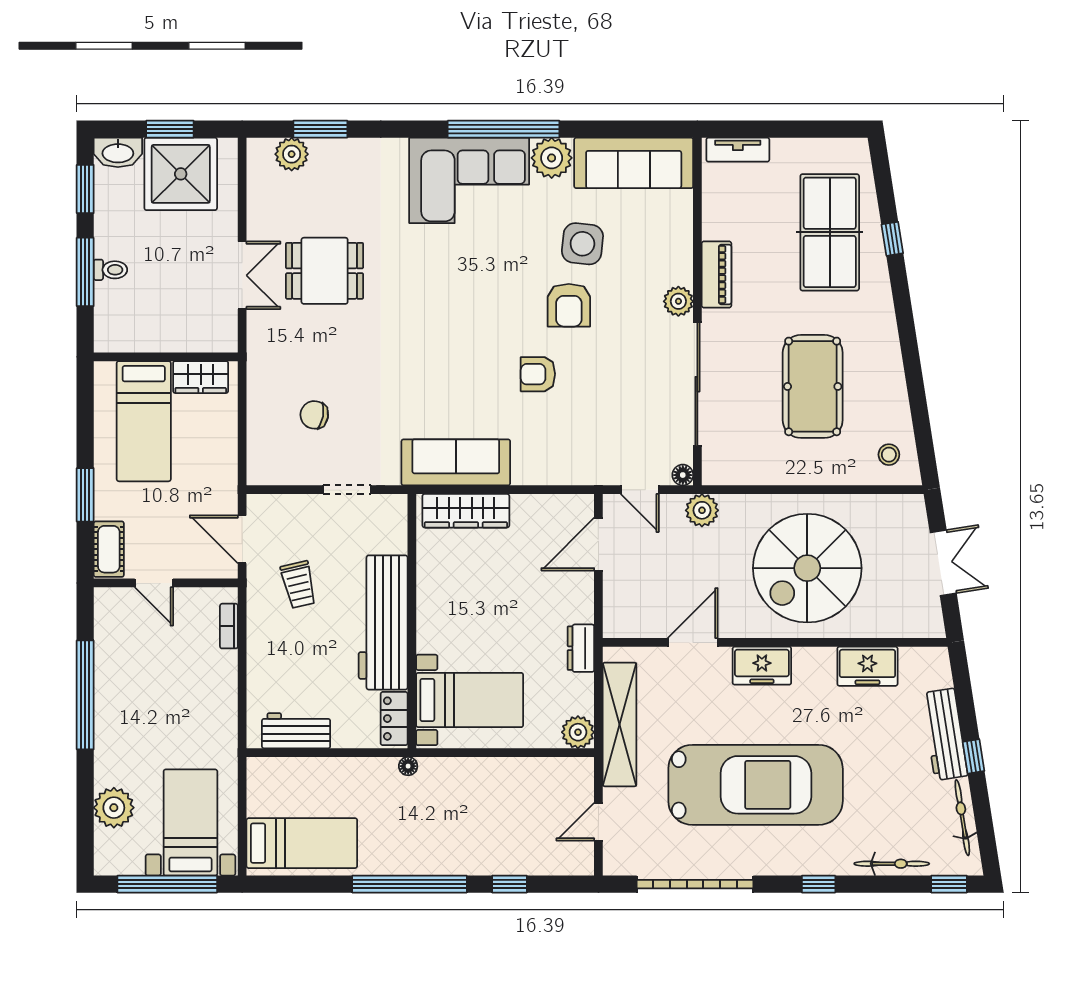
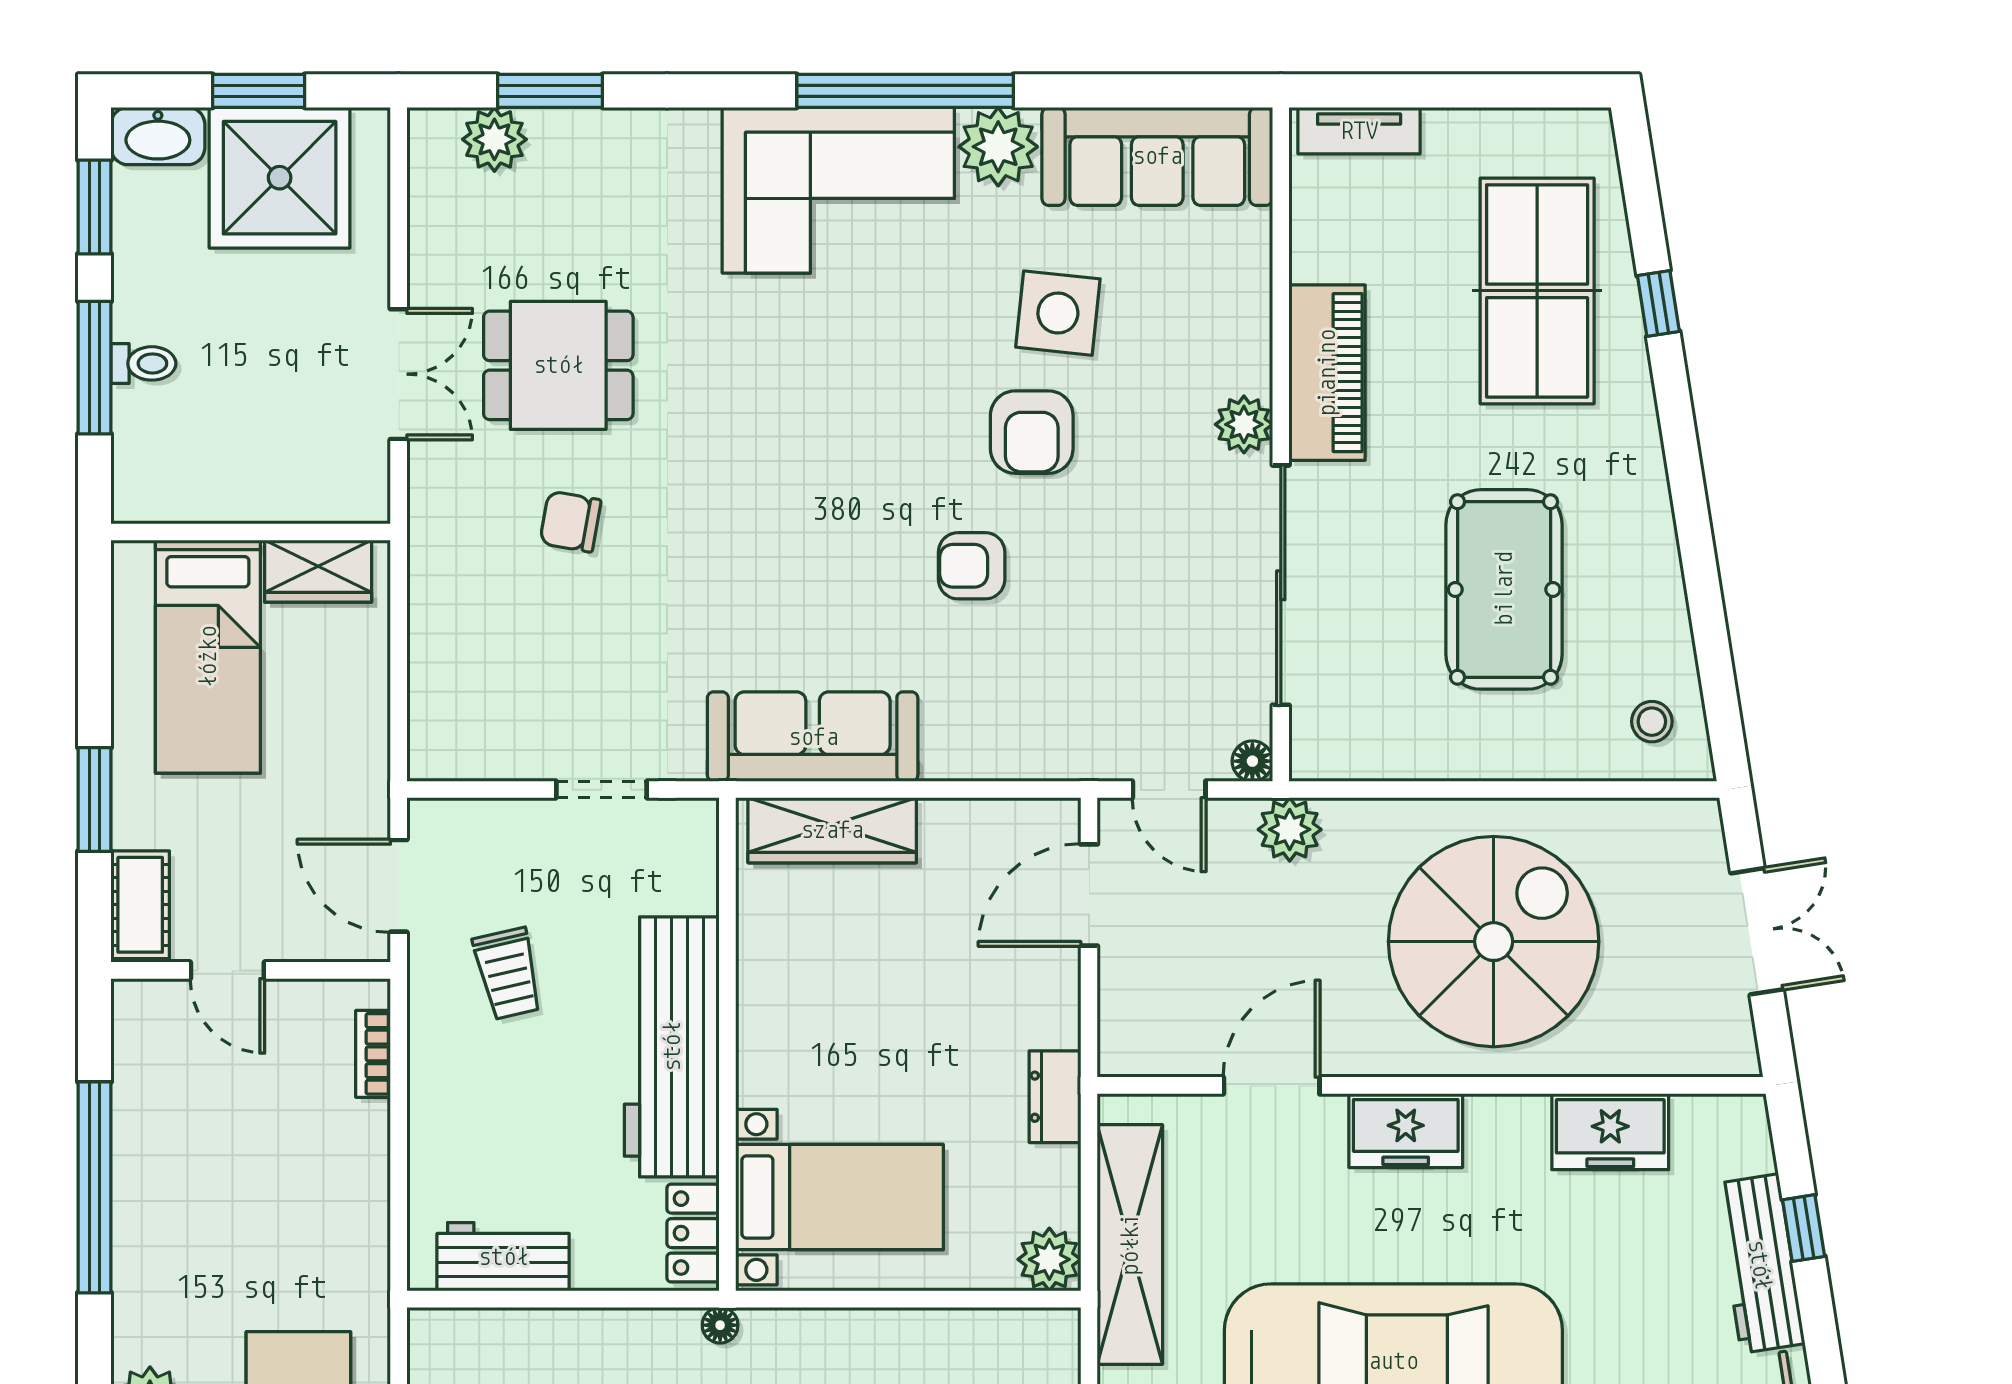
piano: (716, 275) -> (1327, 373), width x1.37, depth x1.33
chair: (314, 415) -> (570, 522), moved
spiral stairs: (807, 568) -> (1494, 942), turned 180
window: (974, 756) -> (1804, 1228), moved

